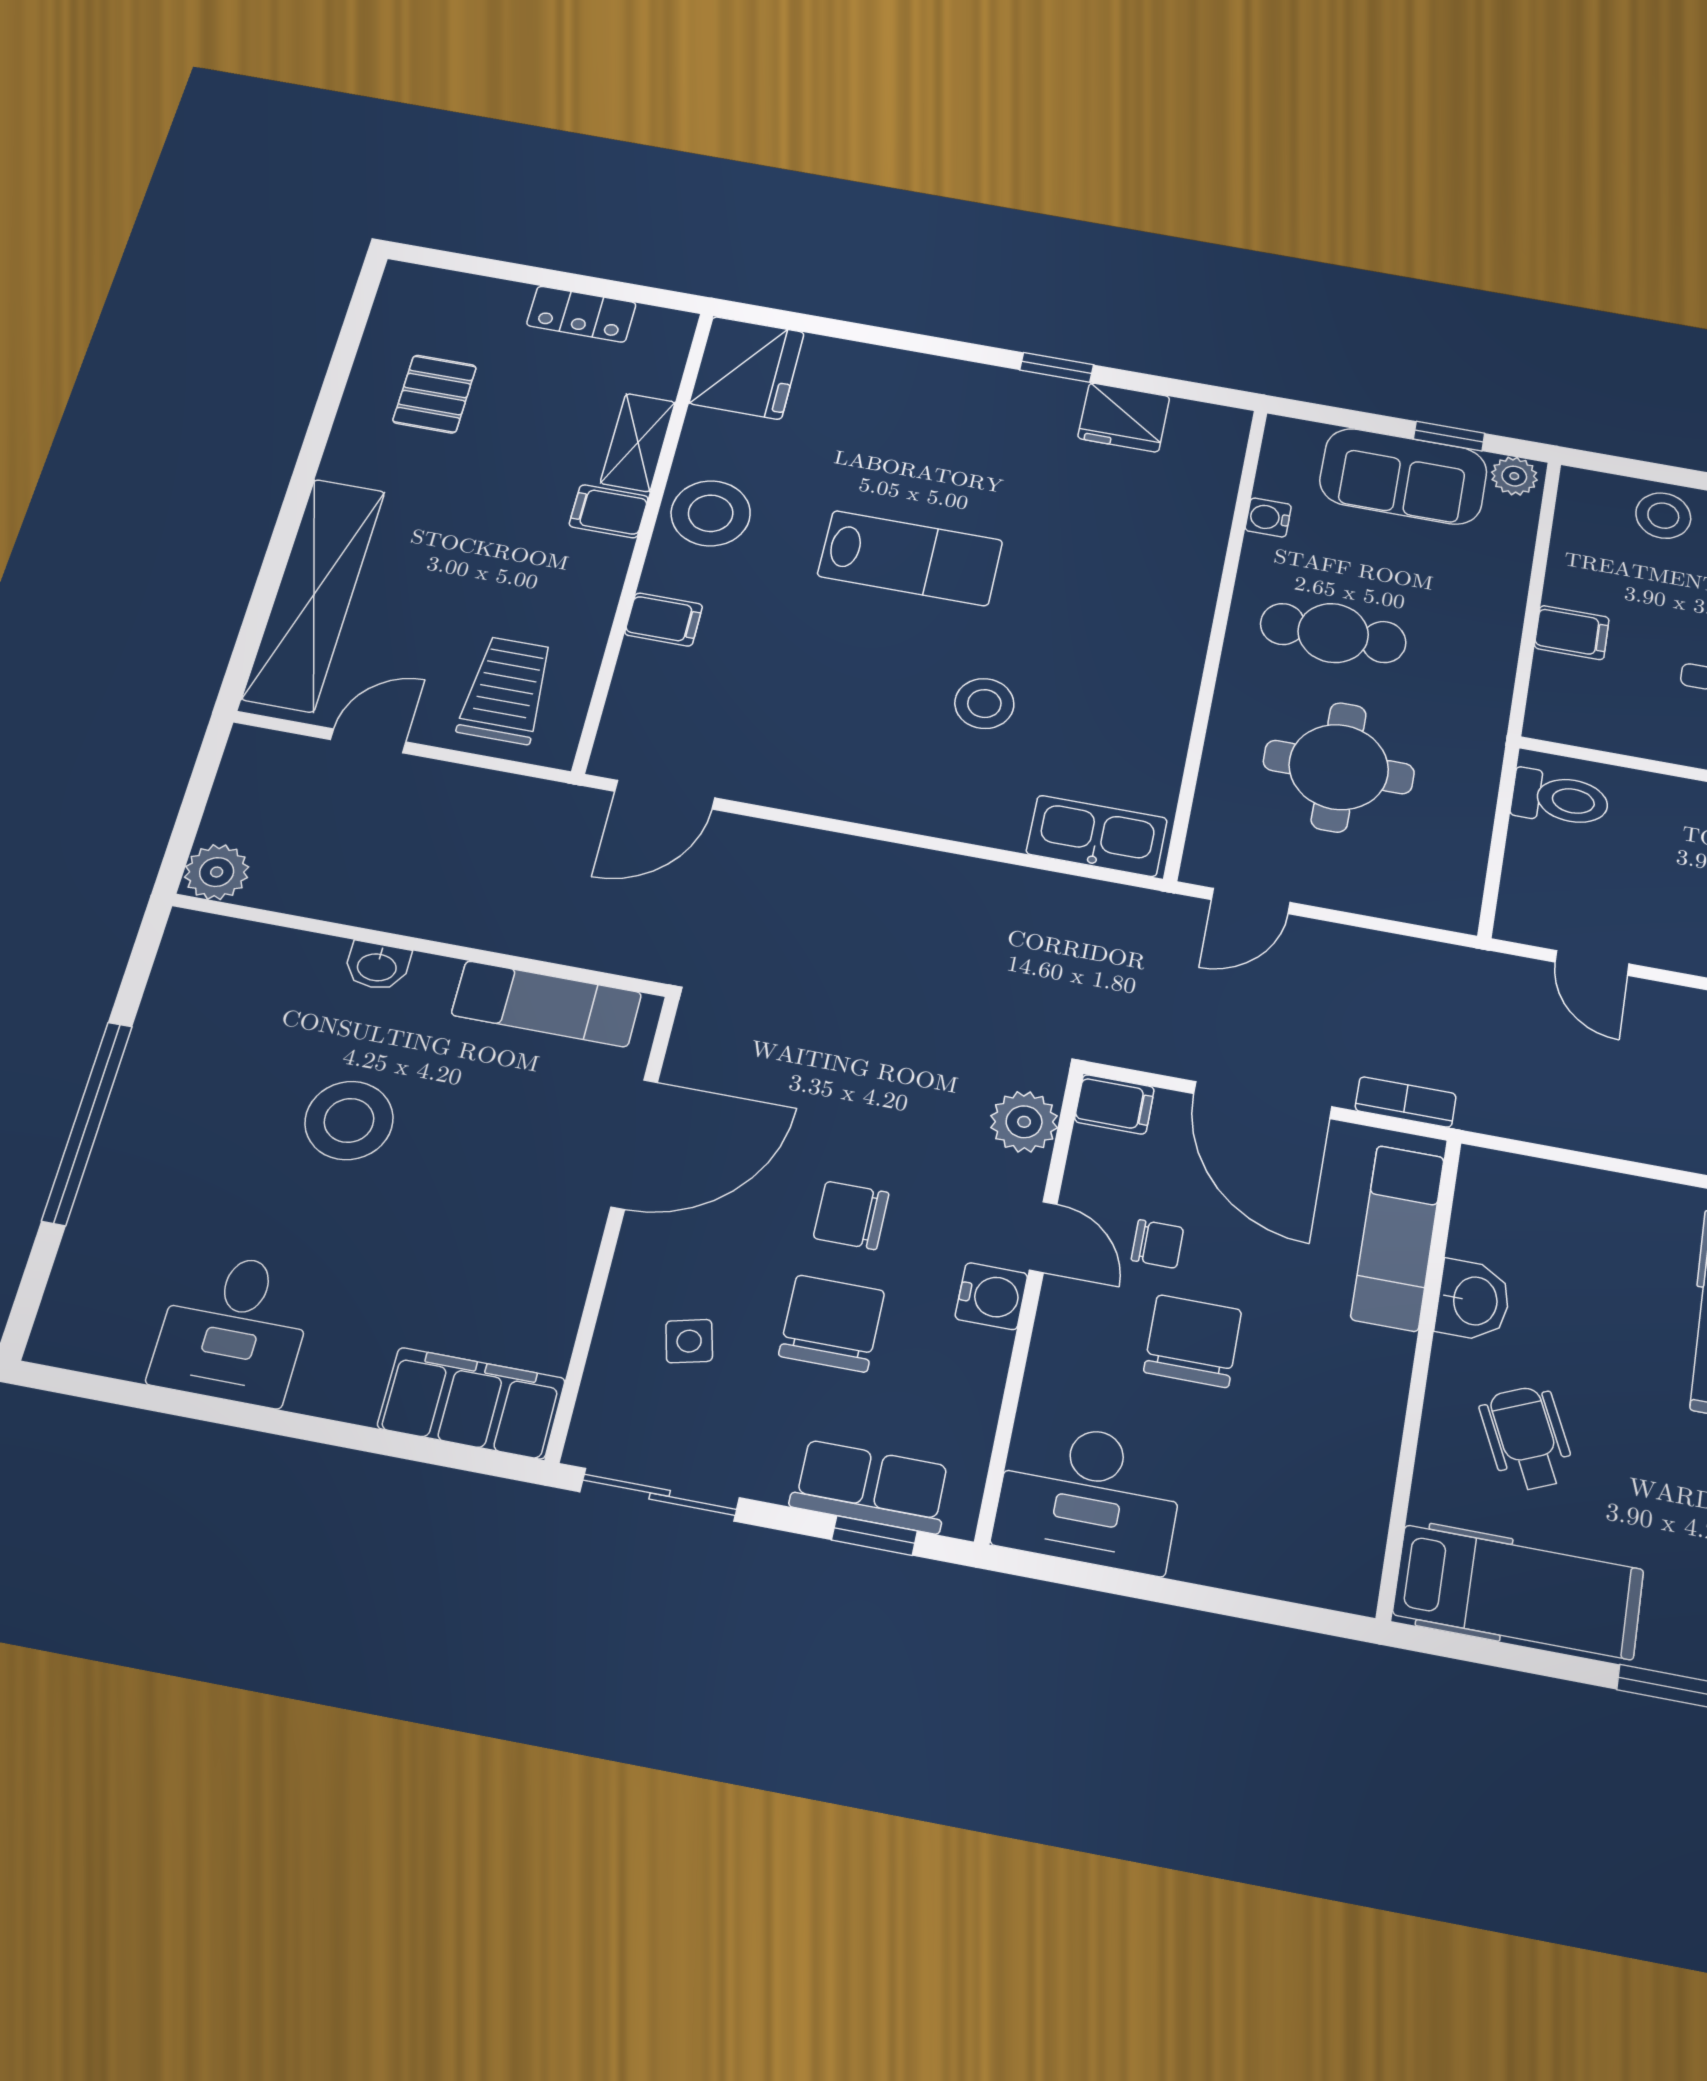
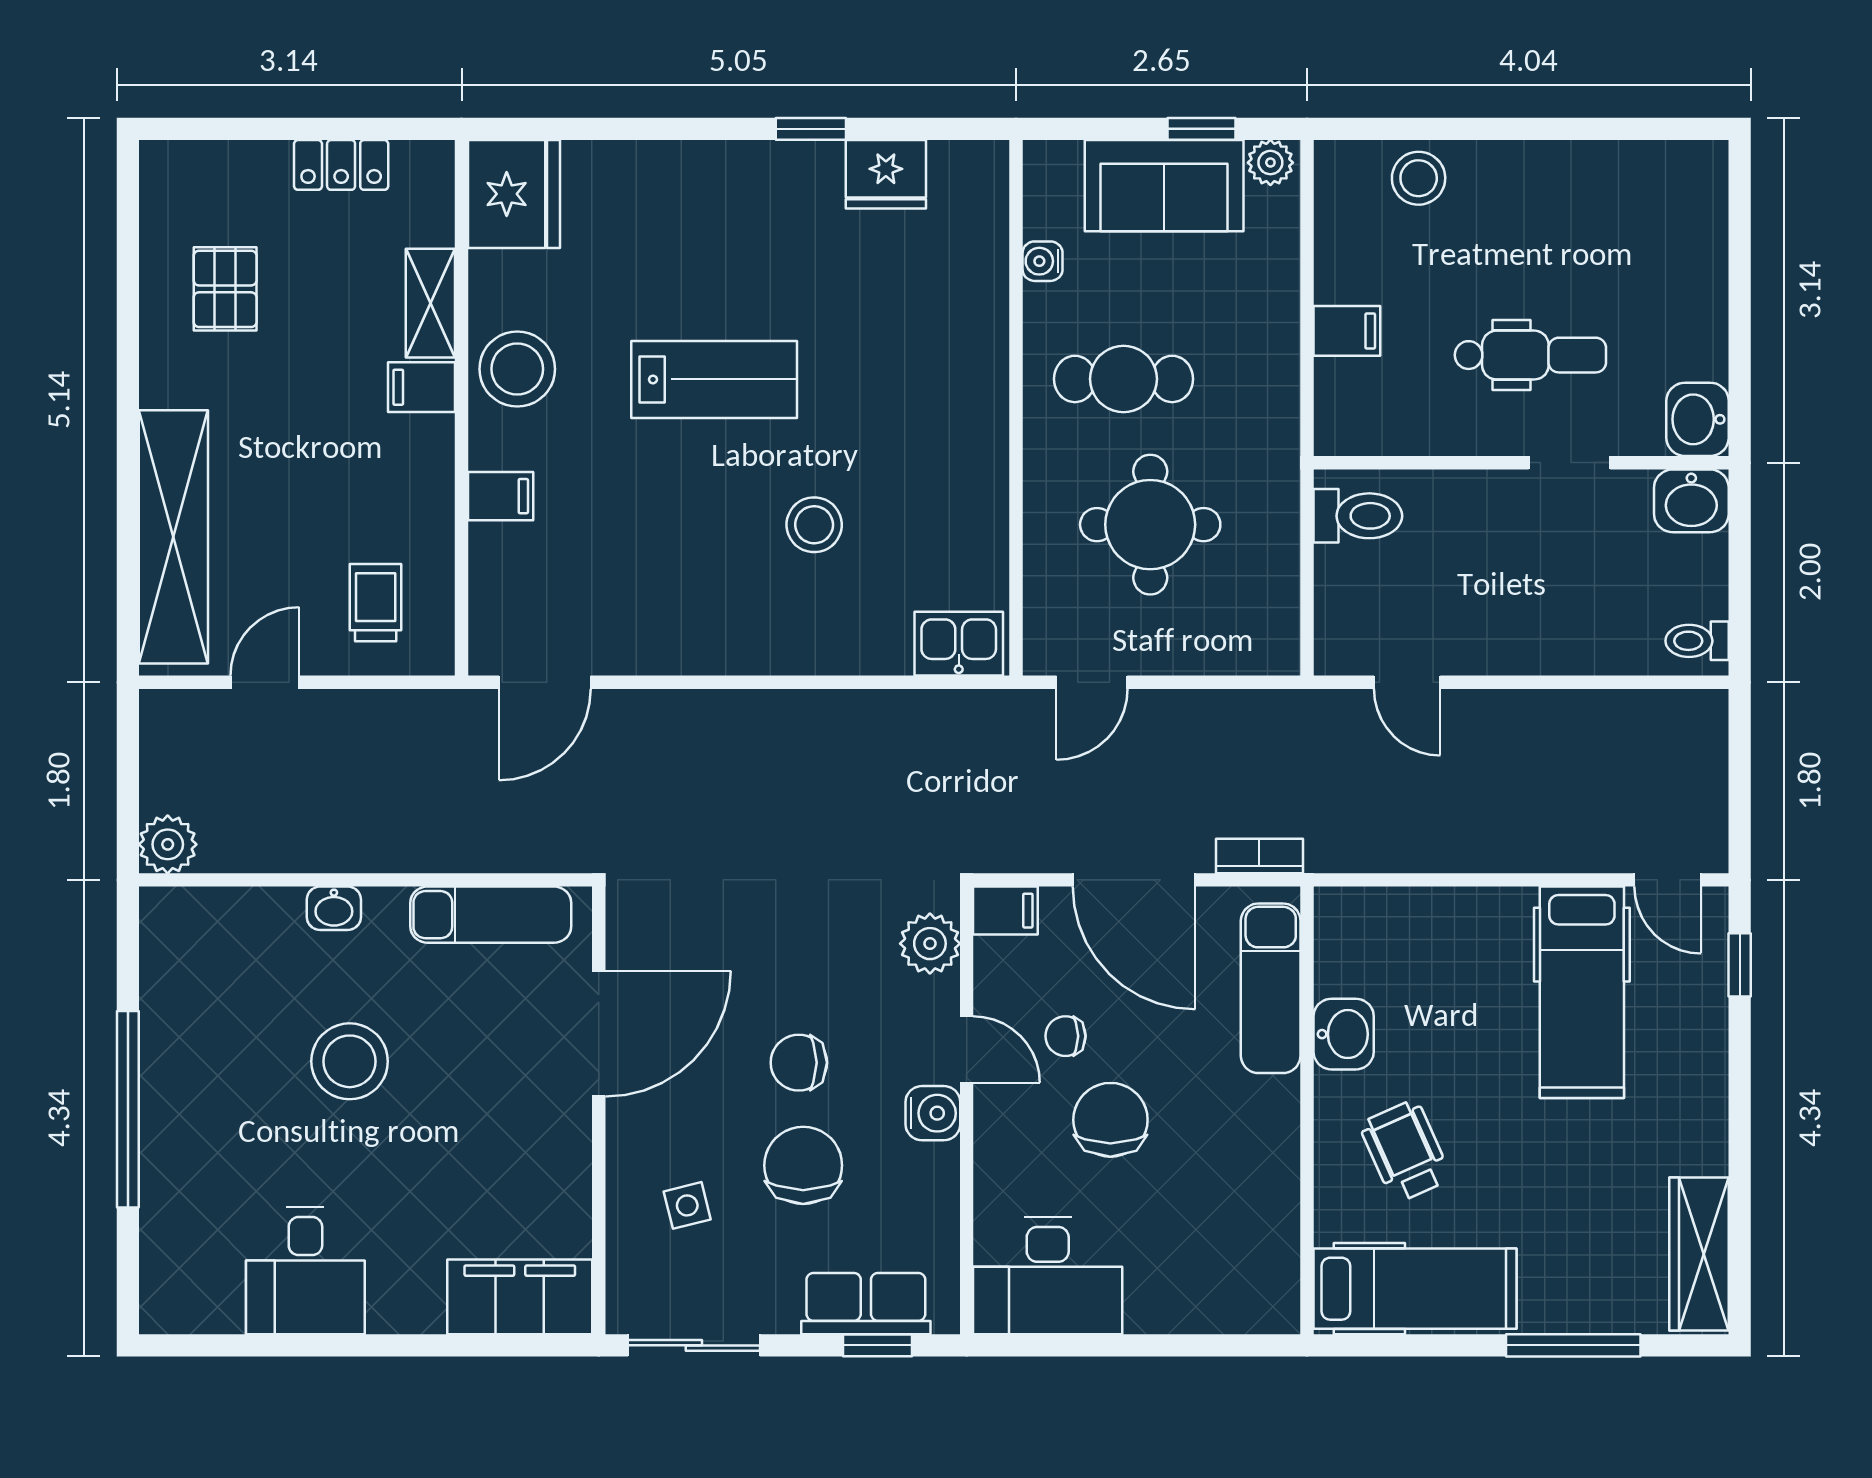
trolley: (506, 690) -> (376, 603), width x0.73, depth x0.72
kitchen sink: (1097, 836) -> (959, 644), width x0.73
chair: (1157, 1244) -> (1065, 1036), turned 180

